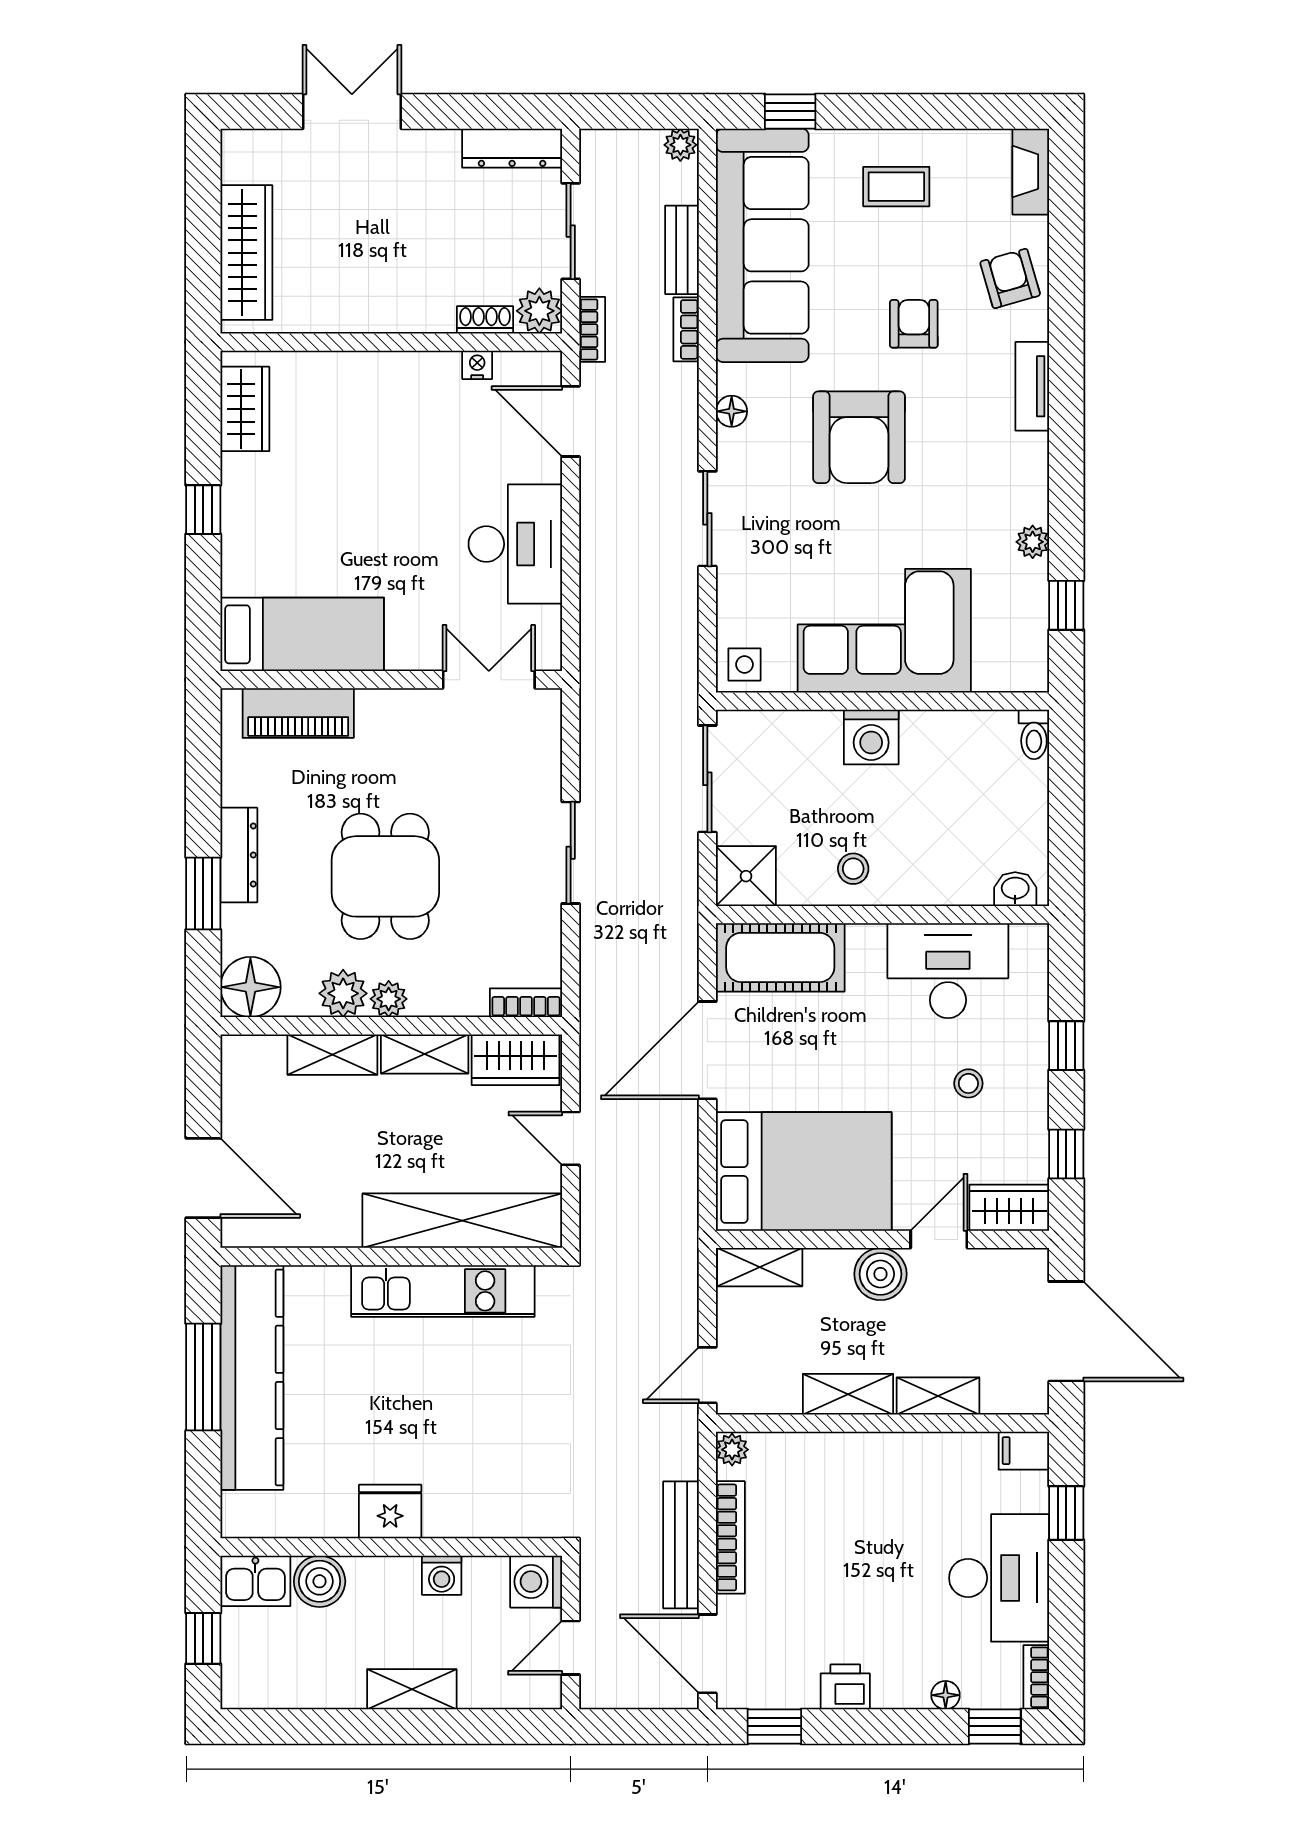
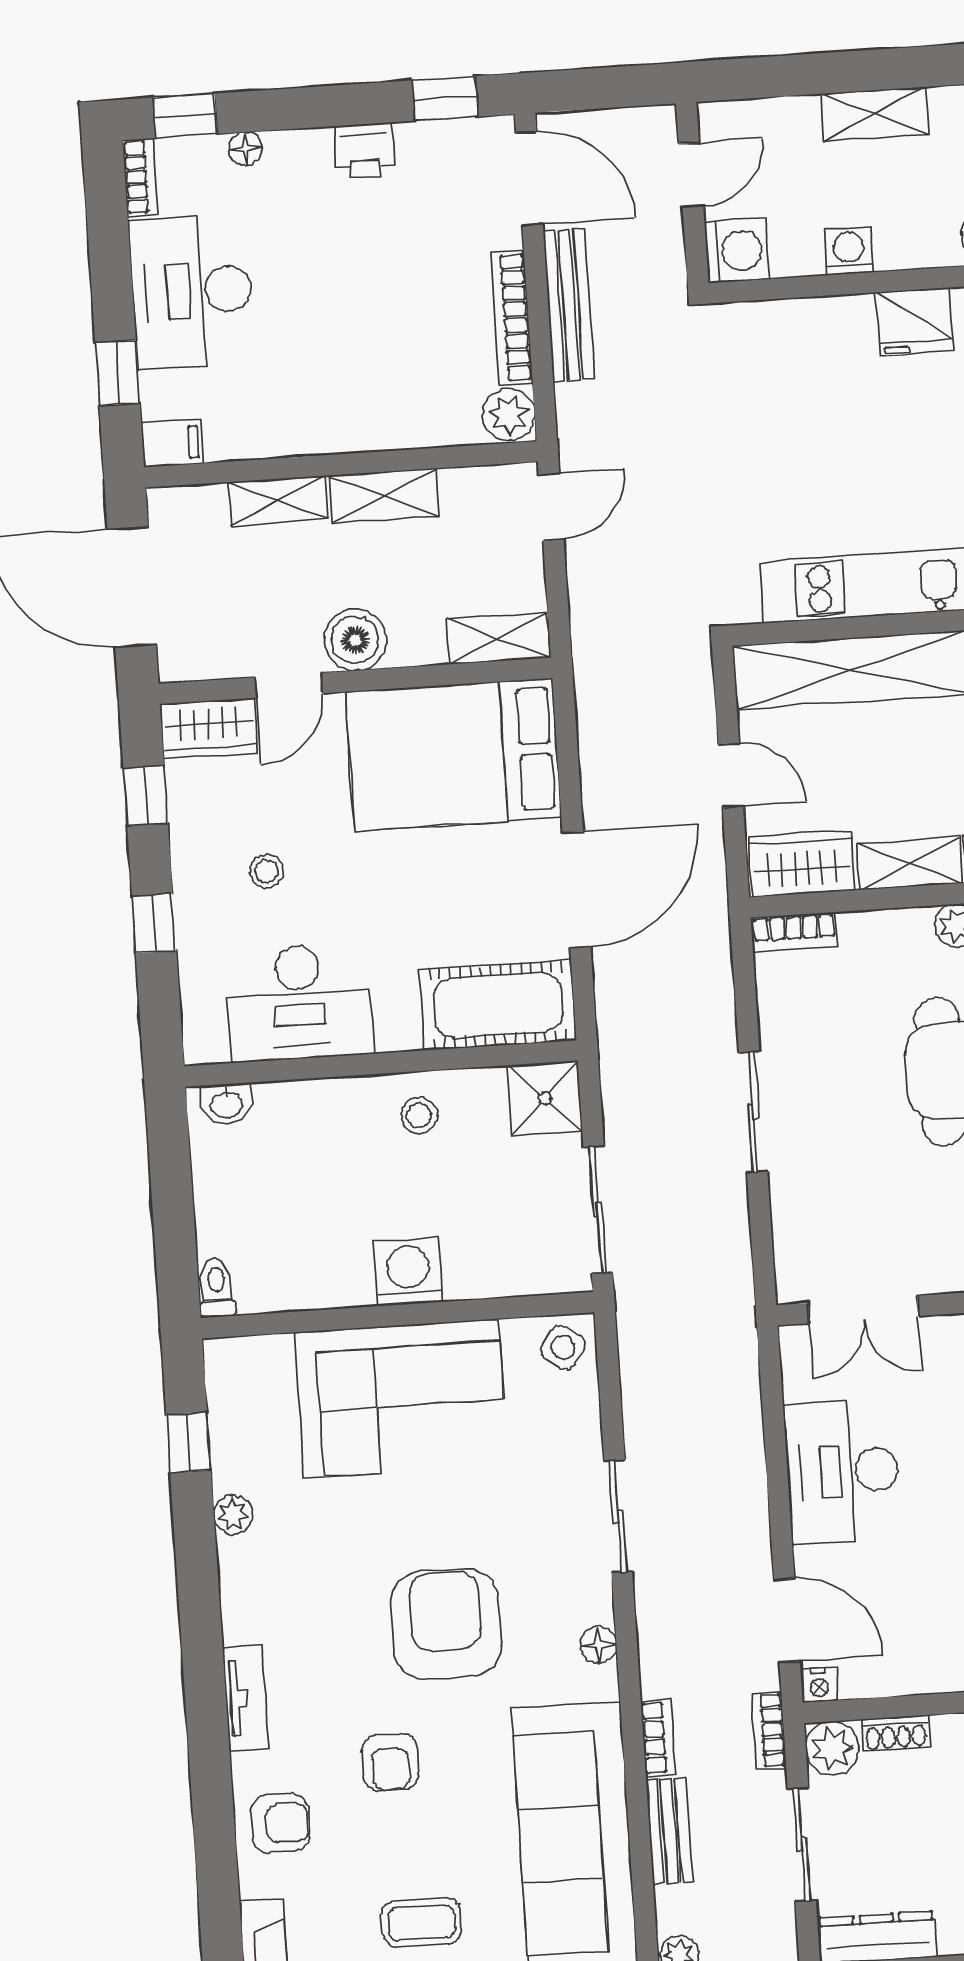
armchair: (1010, 278) -> (280, 1823), turned -74
nightstand: (477, 365) -> (819, 1685), moved
side table: (744, 664) -> (563, 1347), turned 36
plant: (732, 1450) -> (509, 415), width x1.38, depth x1.38

